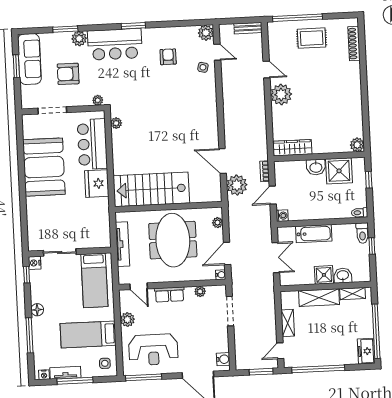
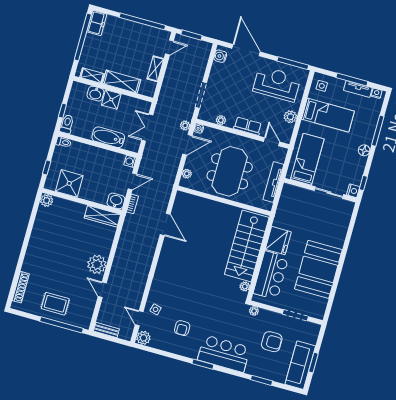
plant: (79, 39) -> (252, 368), removed
washbasin: (316, 167) -> (116, 201), moved
plant: (237, 185) -> (185, 125), moved, width x0.53, depth x0.53
stairs: (151, 189) -> (247, 246), moved, turned 90

